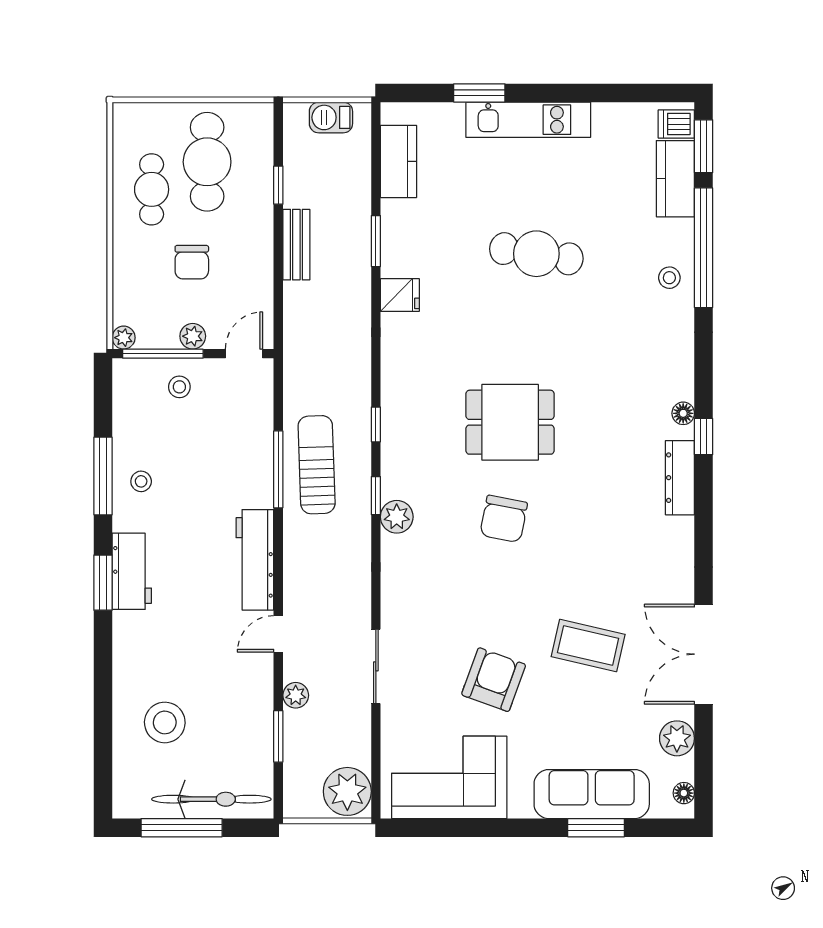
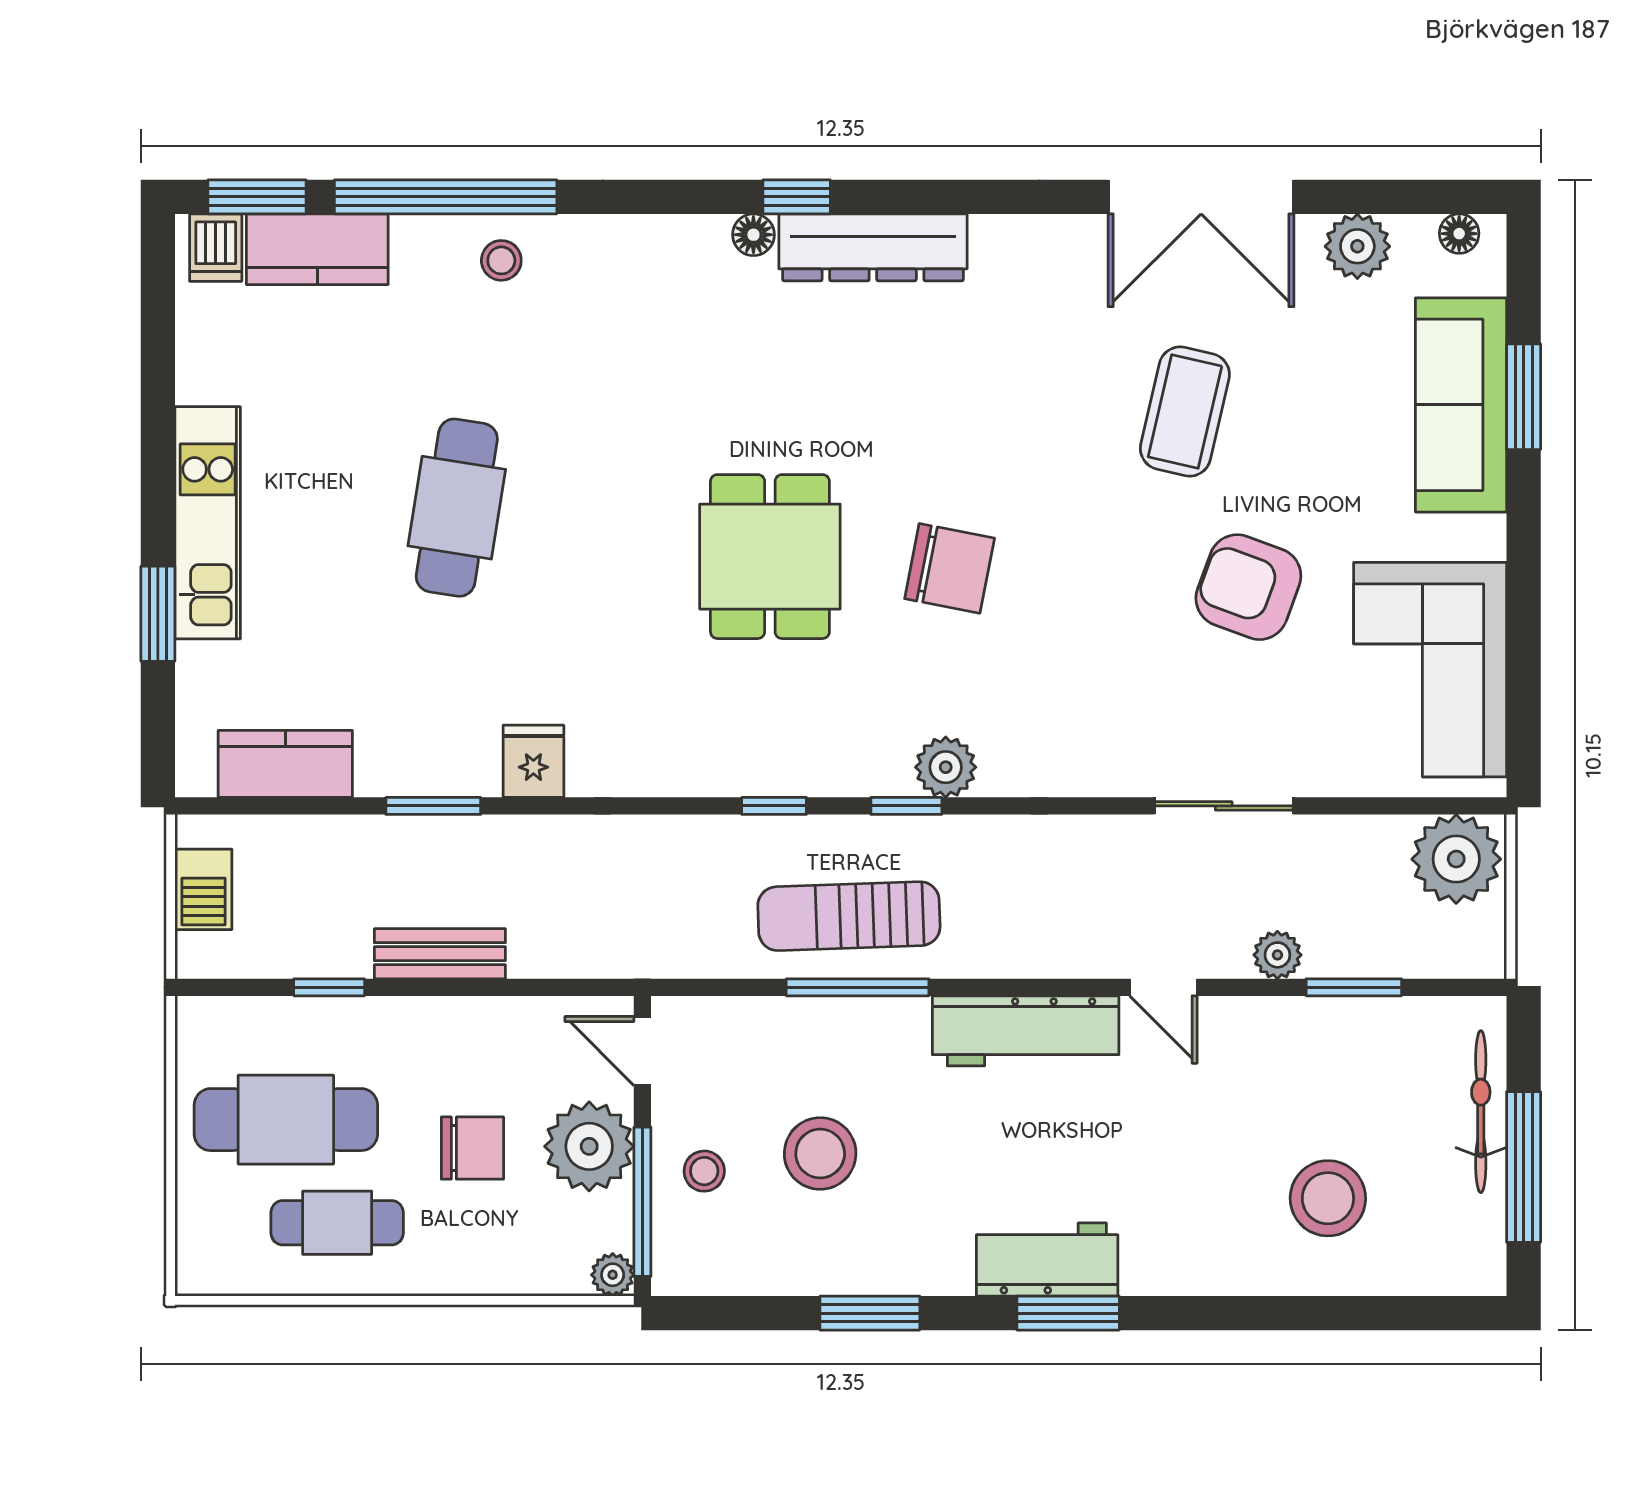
plant: (193, 336) -> (589, 1146), width x1.87, depth x1.87
window: (103, 476) -> (870, 1313), width x0.69
dresser: (680, 478) -> (873, 247), width x1.37, depth x1.24
stool: (141, 481) -> (820, 1153), moved, width x1.89, depth x1.89
bicycle: (211, 799) -> (1481, 1112), width x0.73, depth x0.71

